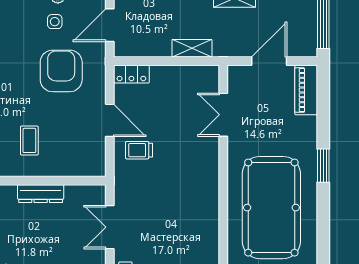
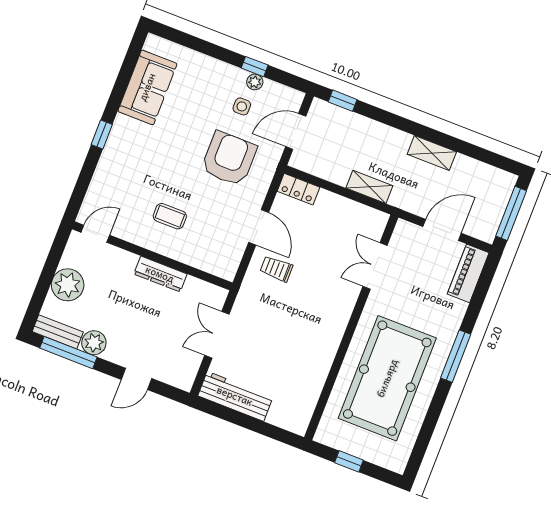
coffee table: (29, 140) -> (170, 216), turned 90
window: (323, 166) -> (456, 356), width x1.44

